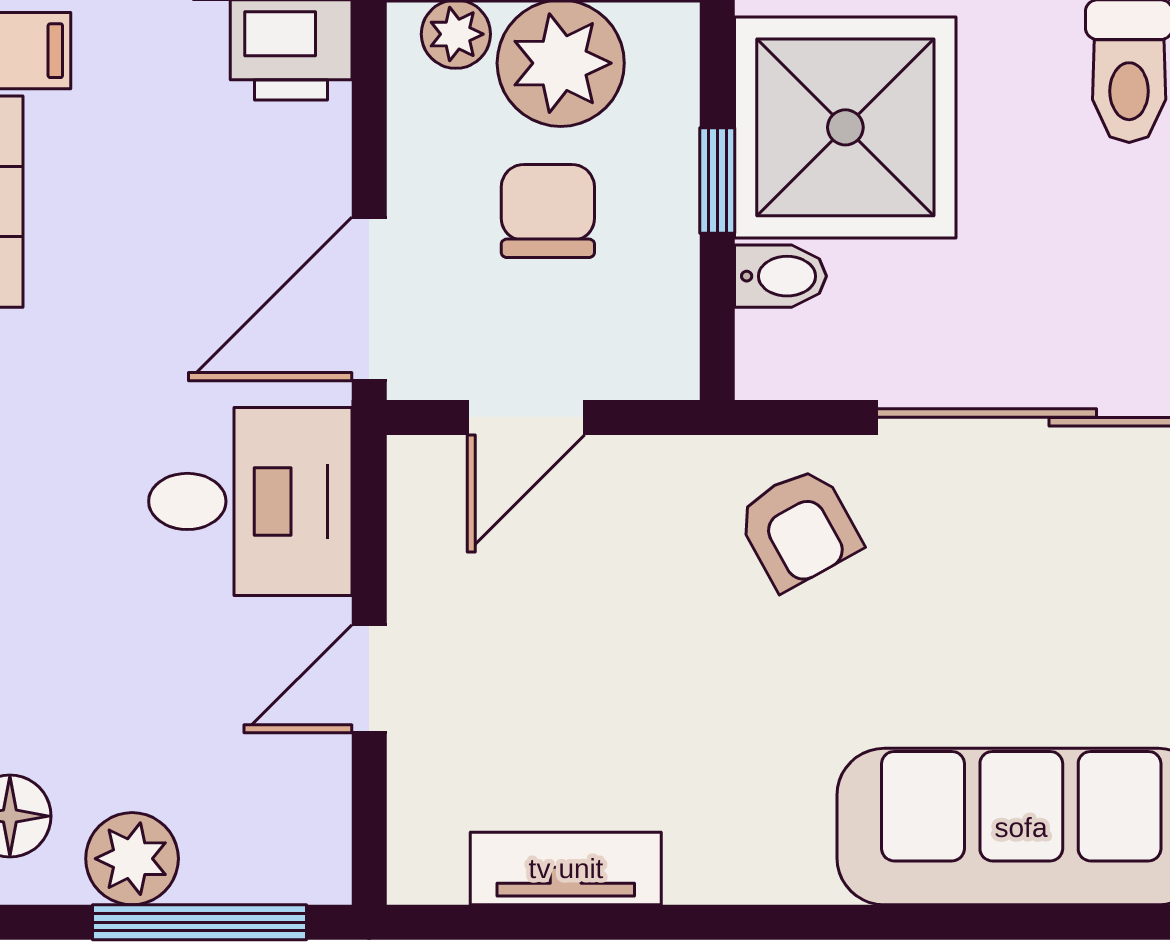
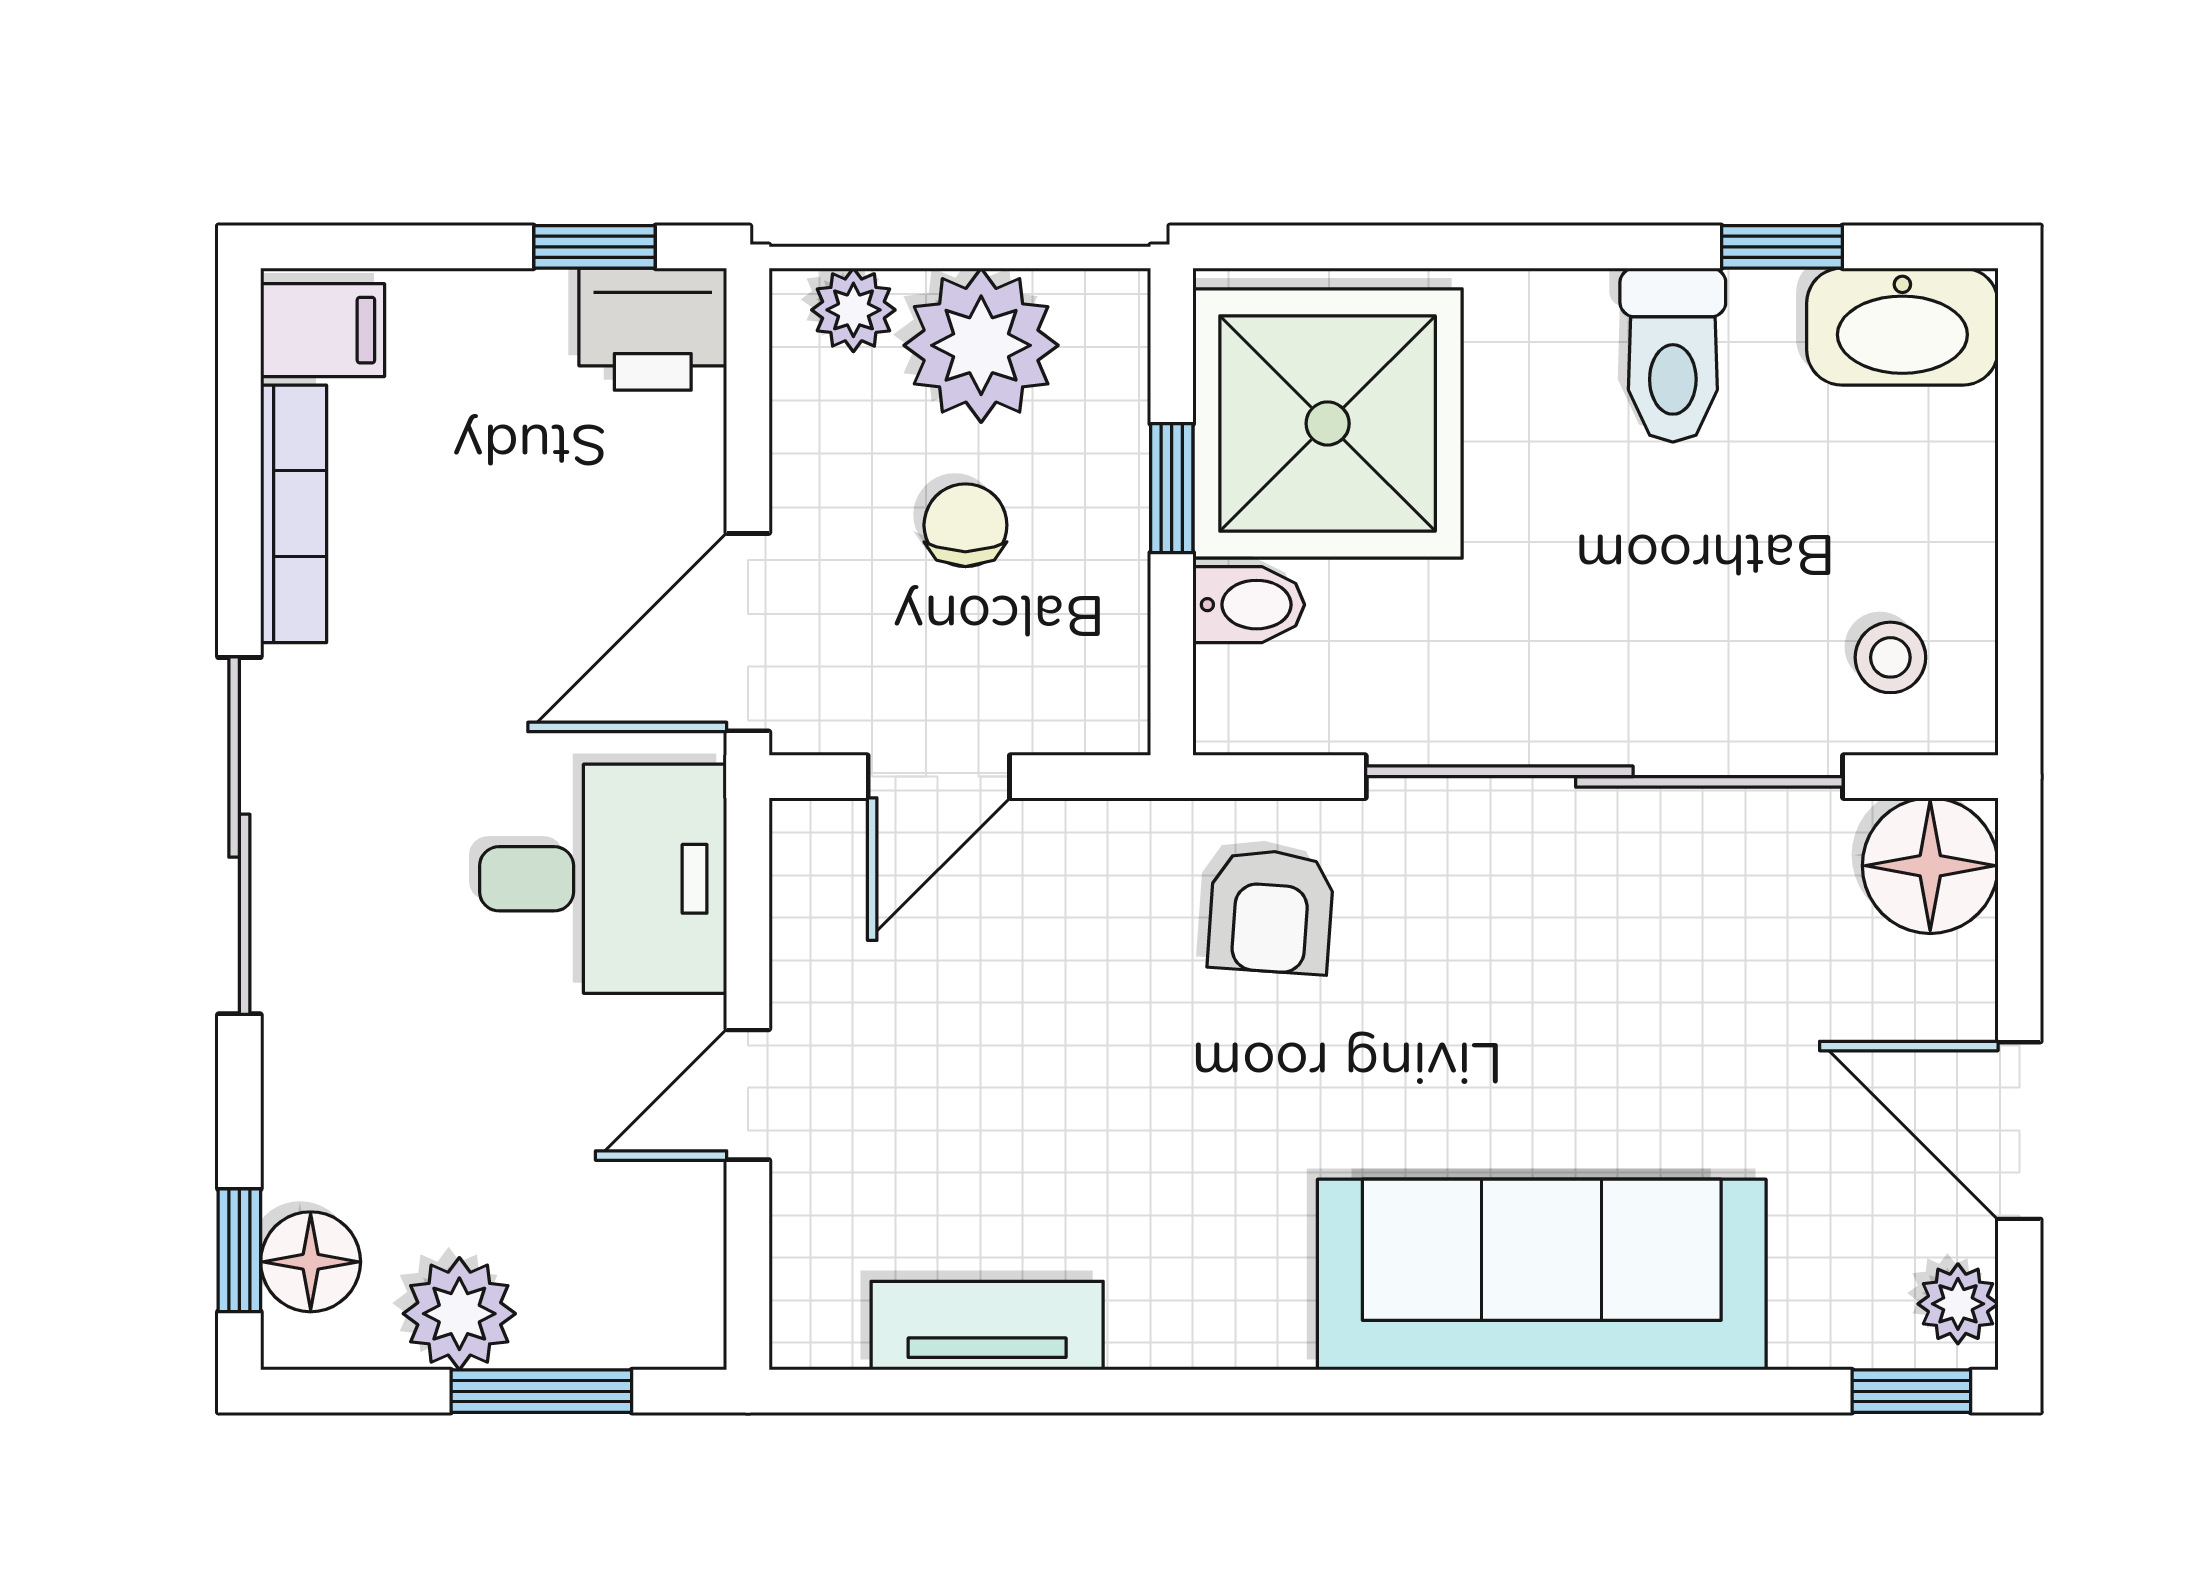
chair: (548, 211) -> (965, 525), width x0.73, depth x0.73
armchair: (799, 528) -> (1271, 911), turned 33
window: (199, 922) -> (541, 1391), width x0.69

